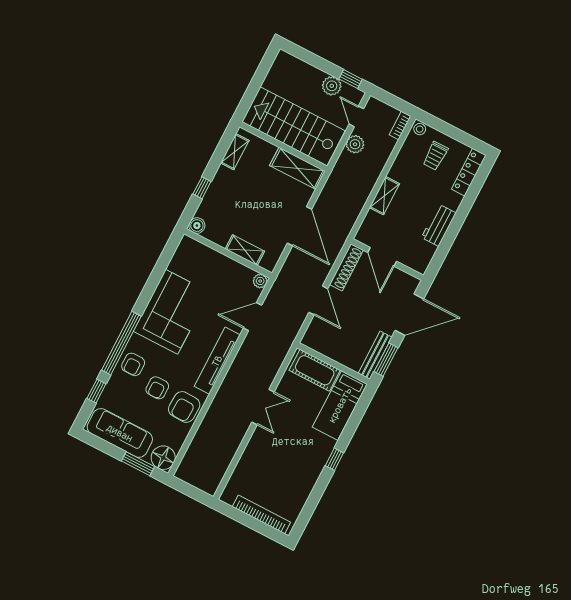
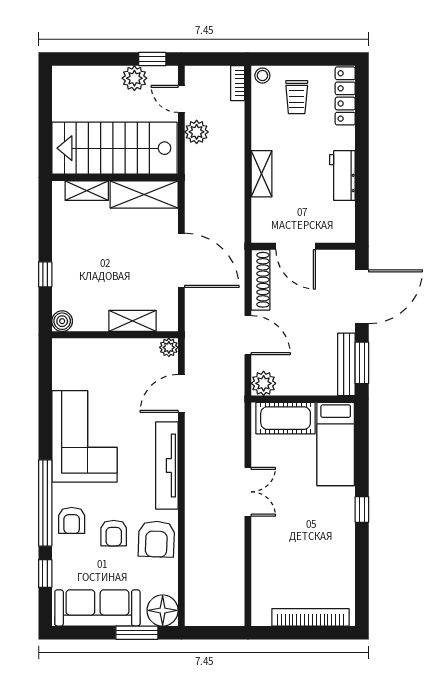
shelving: (235, 152) -> (87, 191), moved, turned 90
plant: (312, 339) -> (264, 383), added

